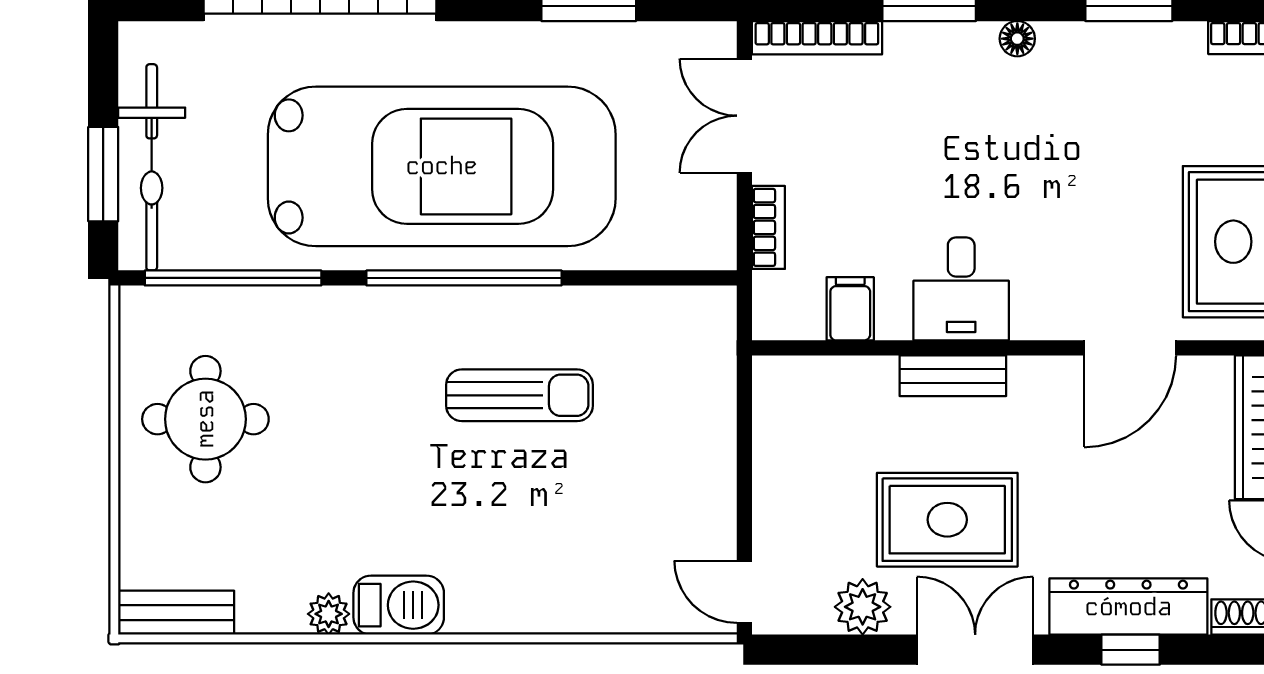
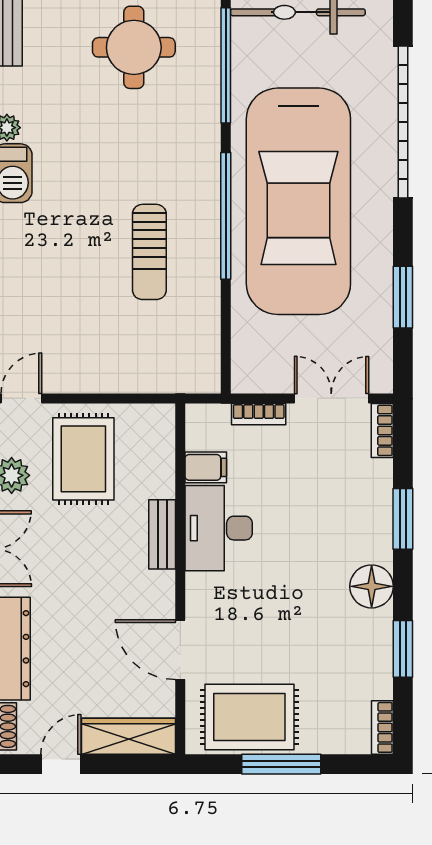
bookcase: (817, 38) -> (382, 430), width x0.64
floor lamp: (1017, 39) -> (372, 586), width x1.89, depth x1.89
desk: (961, 289) -> (219, 528), width x1.37
rug: (947, 520) -> (83, 459), moved

